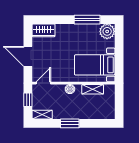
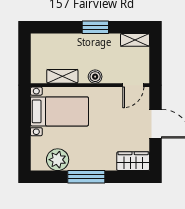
window: (87, 20) -> (86, 177), moved
plant: (107, 31) -> (58, 160), moved
window: (28, 100) -> (156, 61), removed

